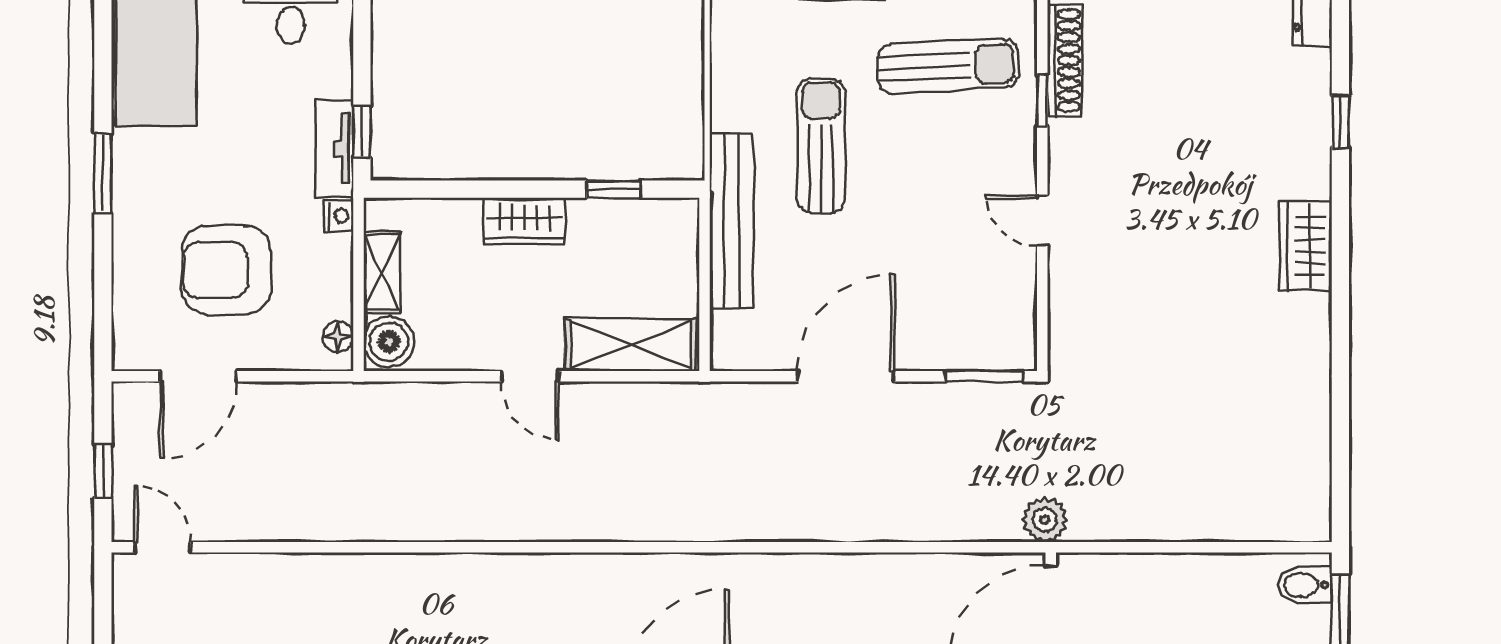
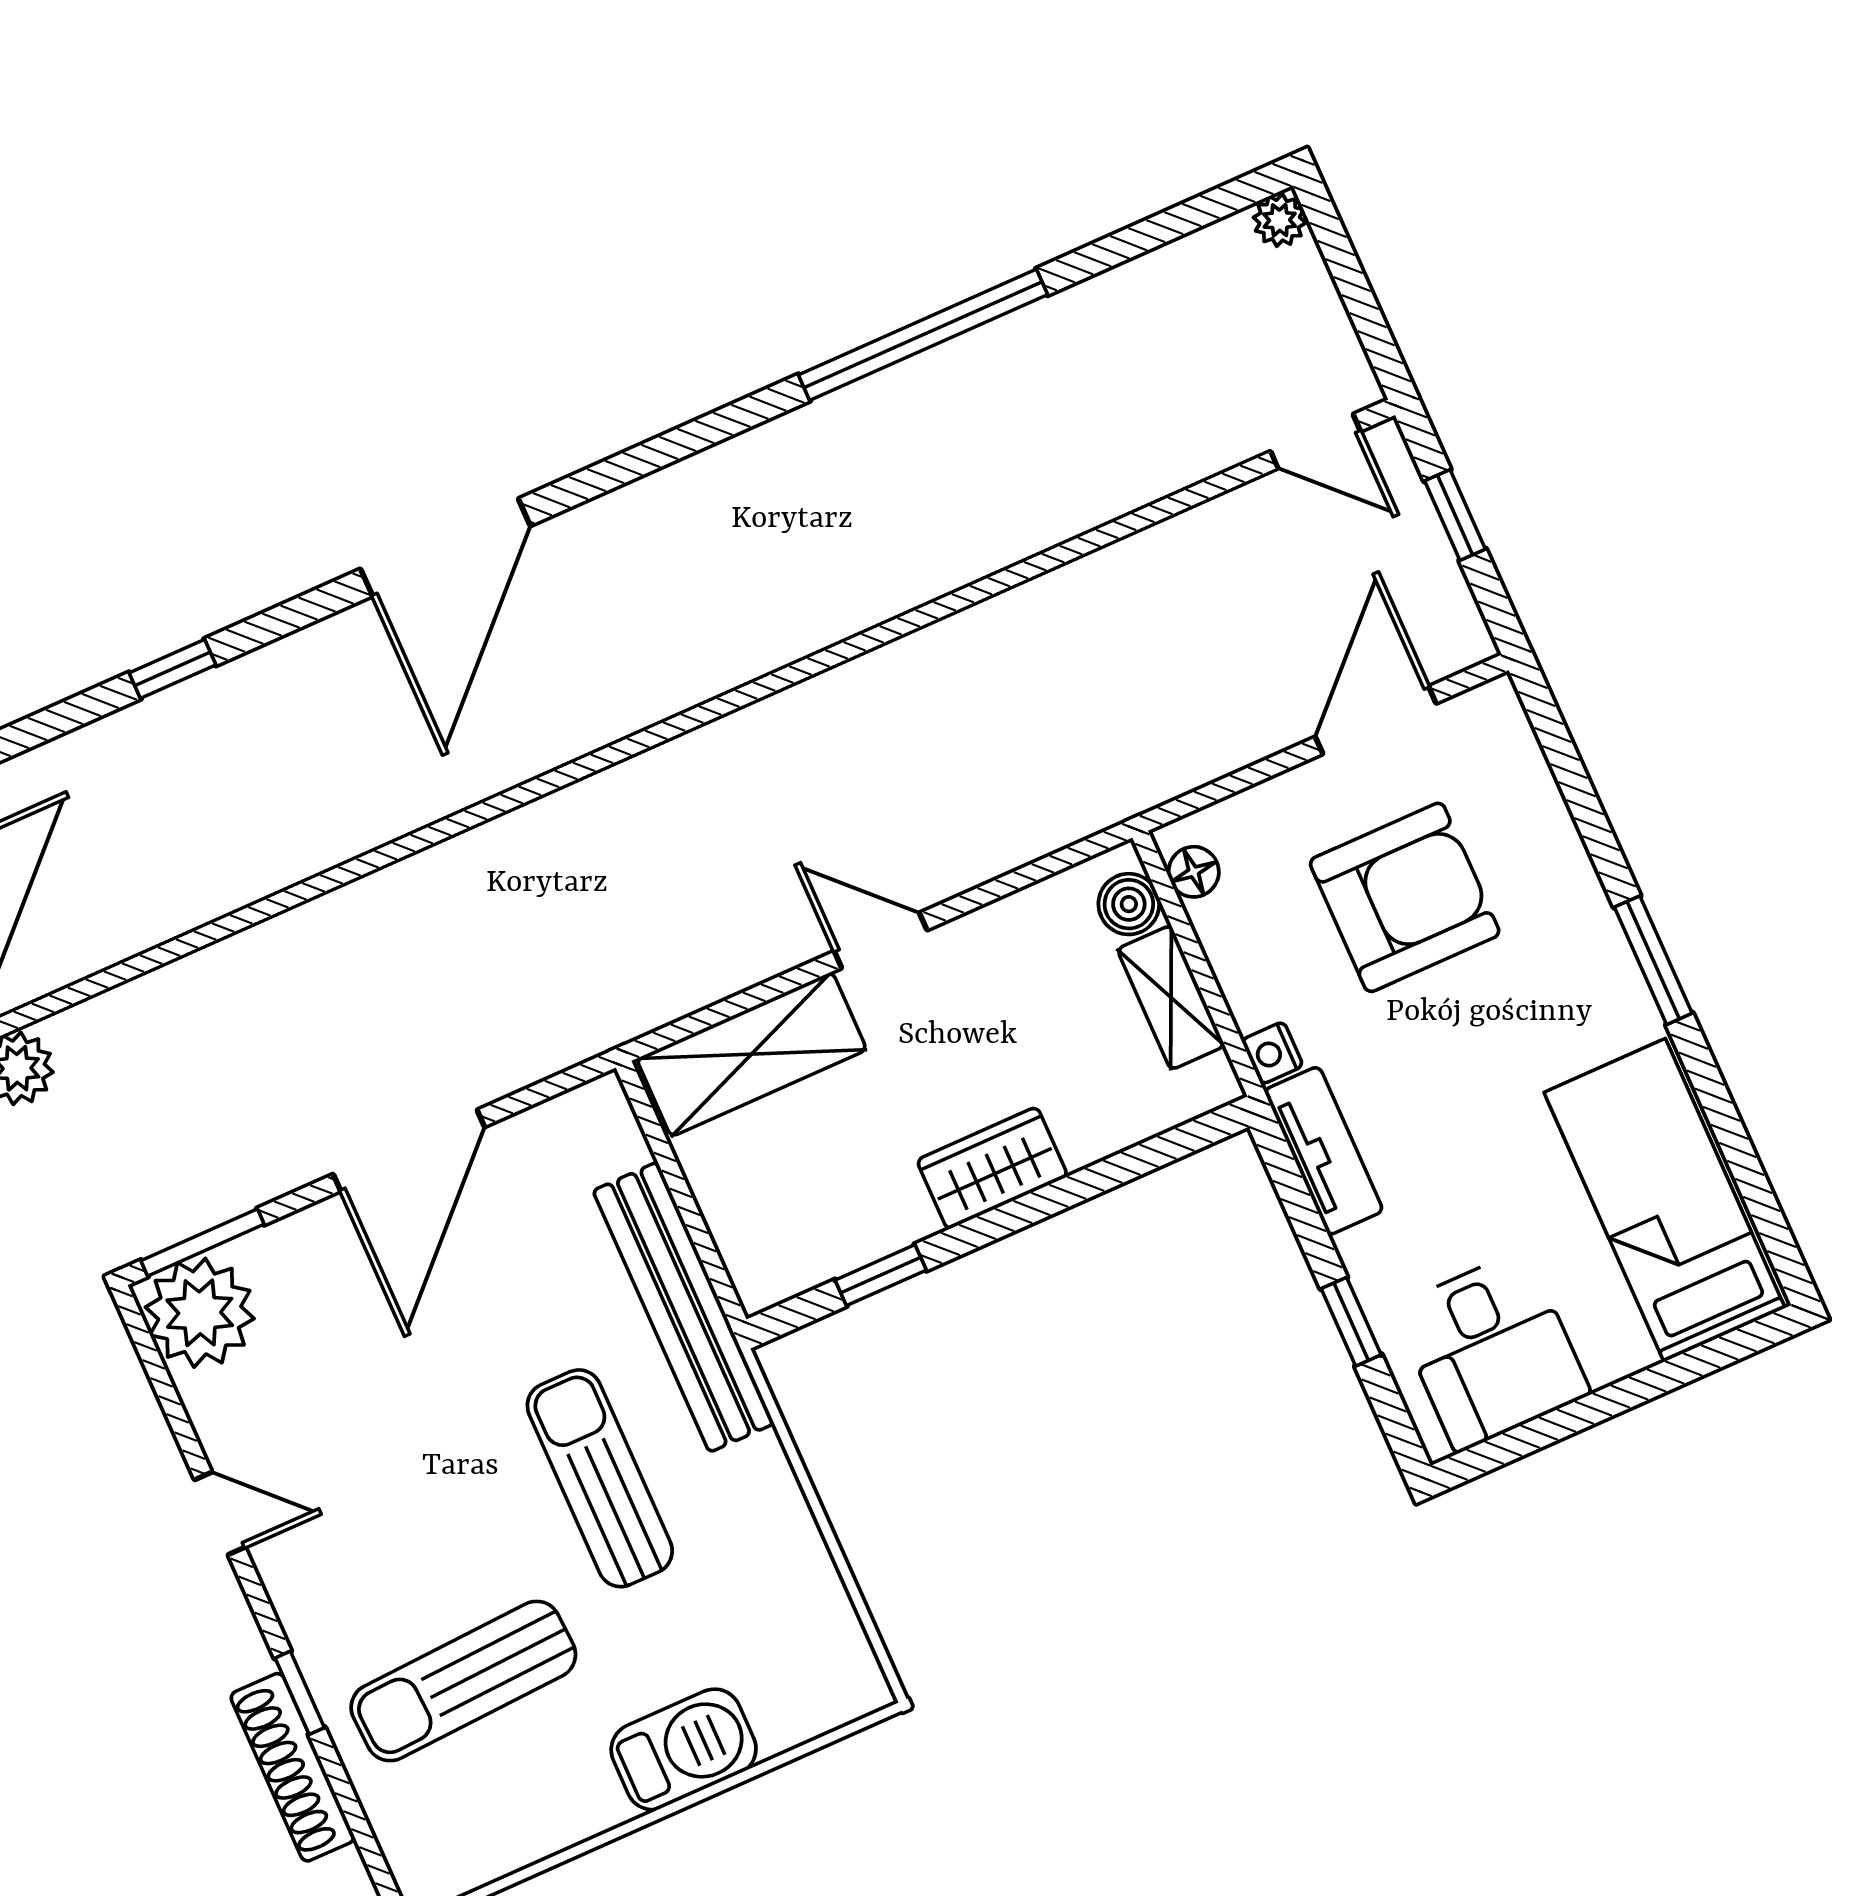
window: (362, 132) -> (1351, 1322), moved
sun lounger: (821, 145) -> (600, 1478), turned 180
plant: (1003, 338) -> (200, 1313), added
boiler: (389, 342) -> (1129, 904), width x0.73, depth x0.73

